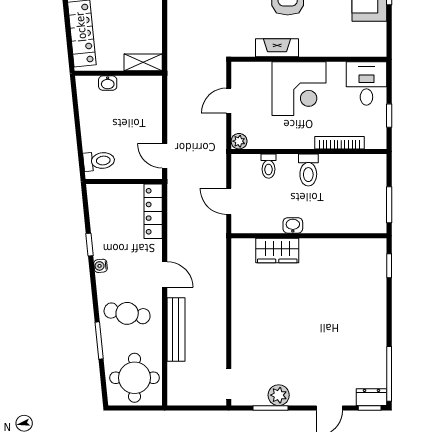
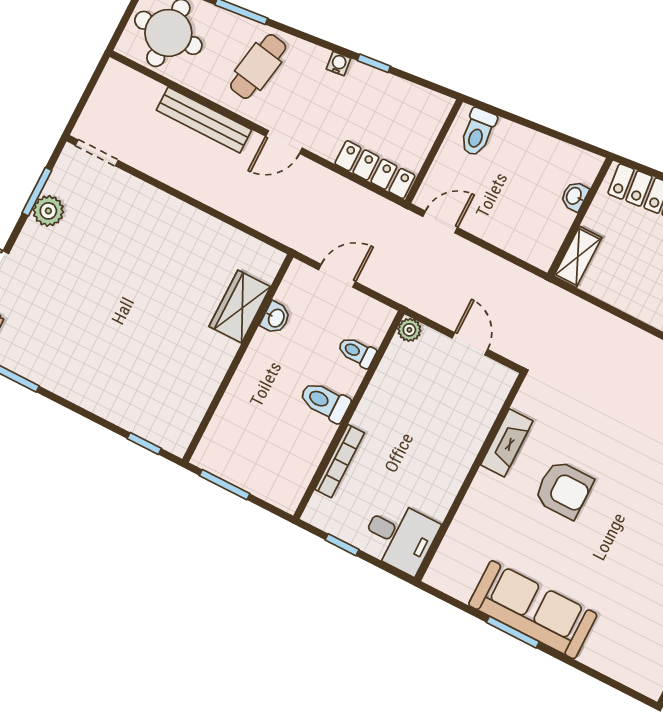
corner desk: (299, 89) -> (438, 444), removed
washbasin: (293, 225) -> (276, 318), moved

